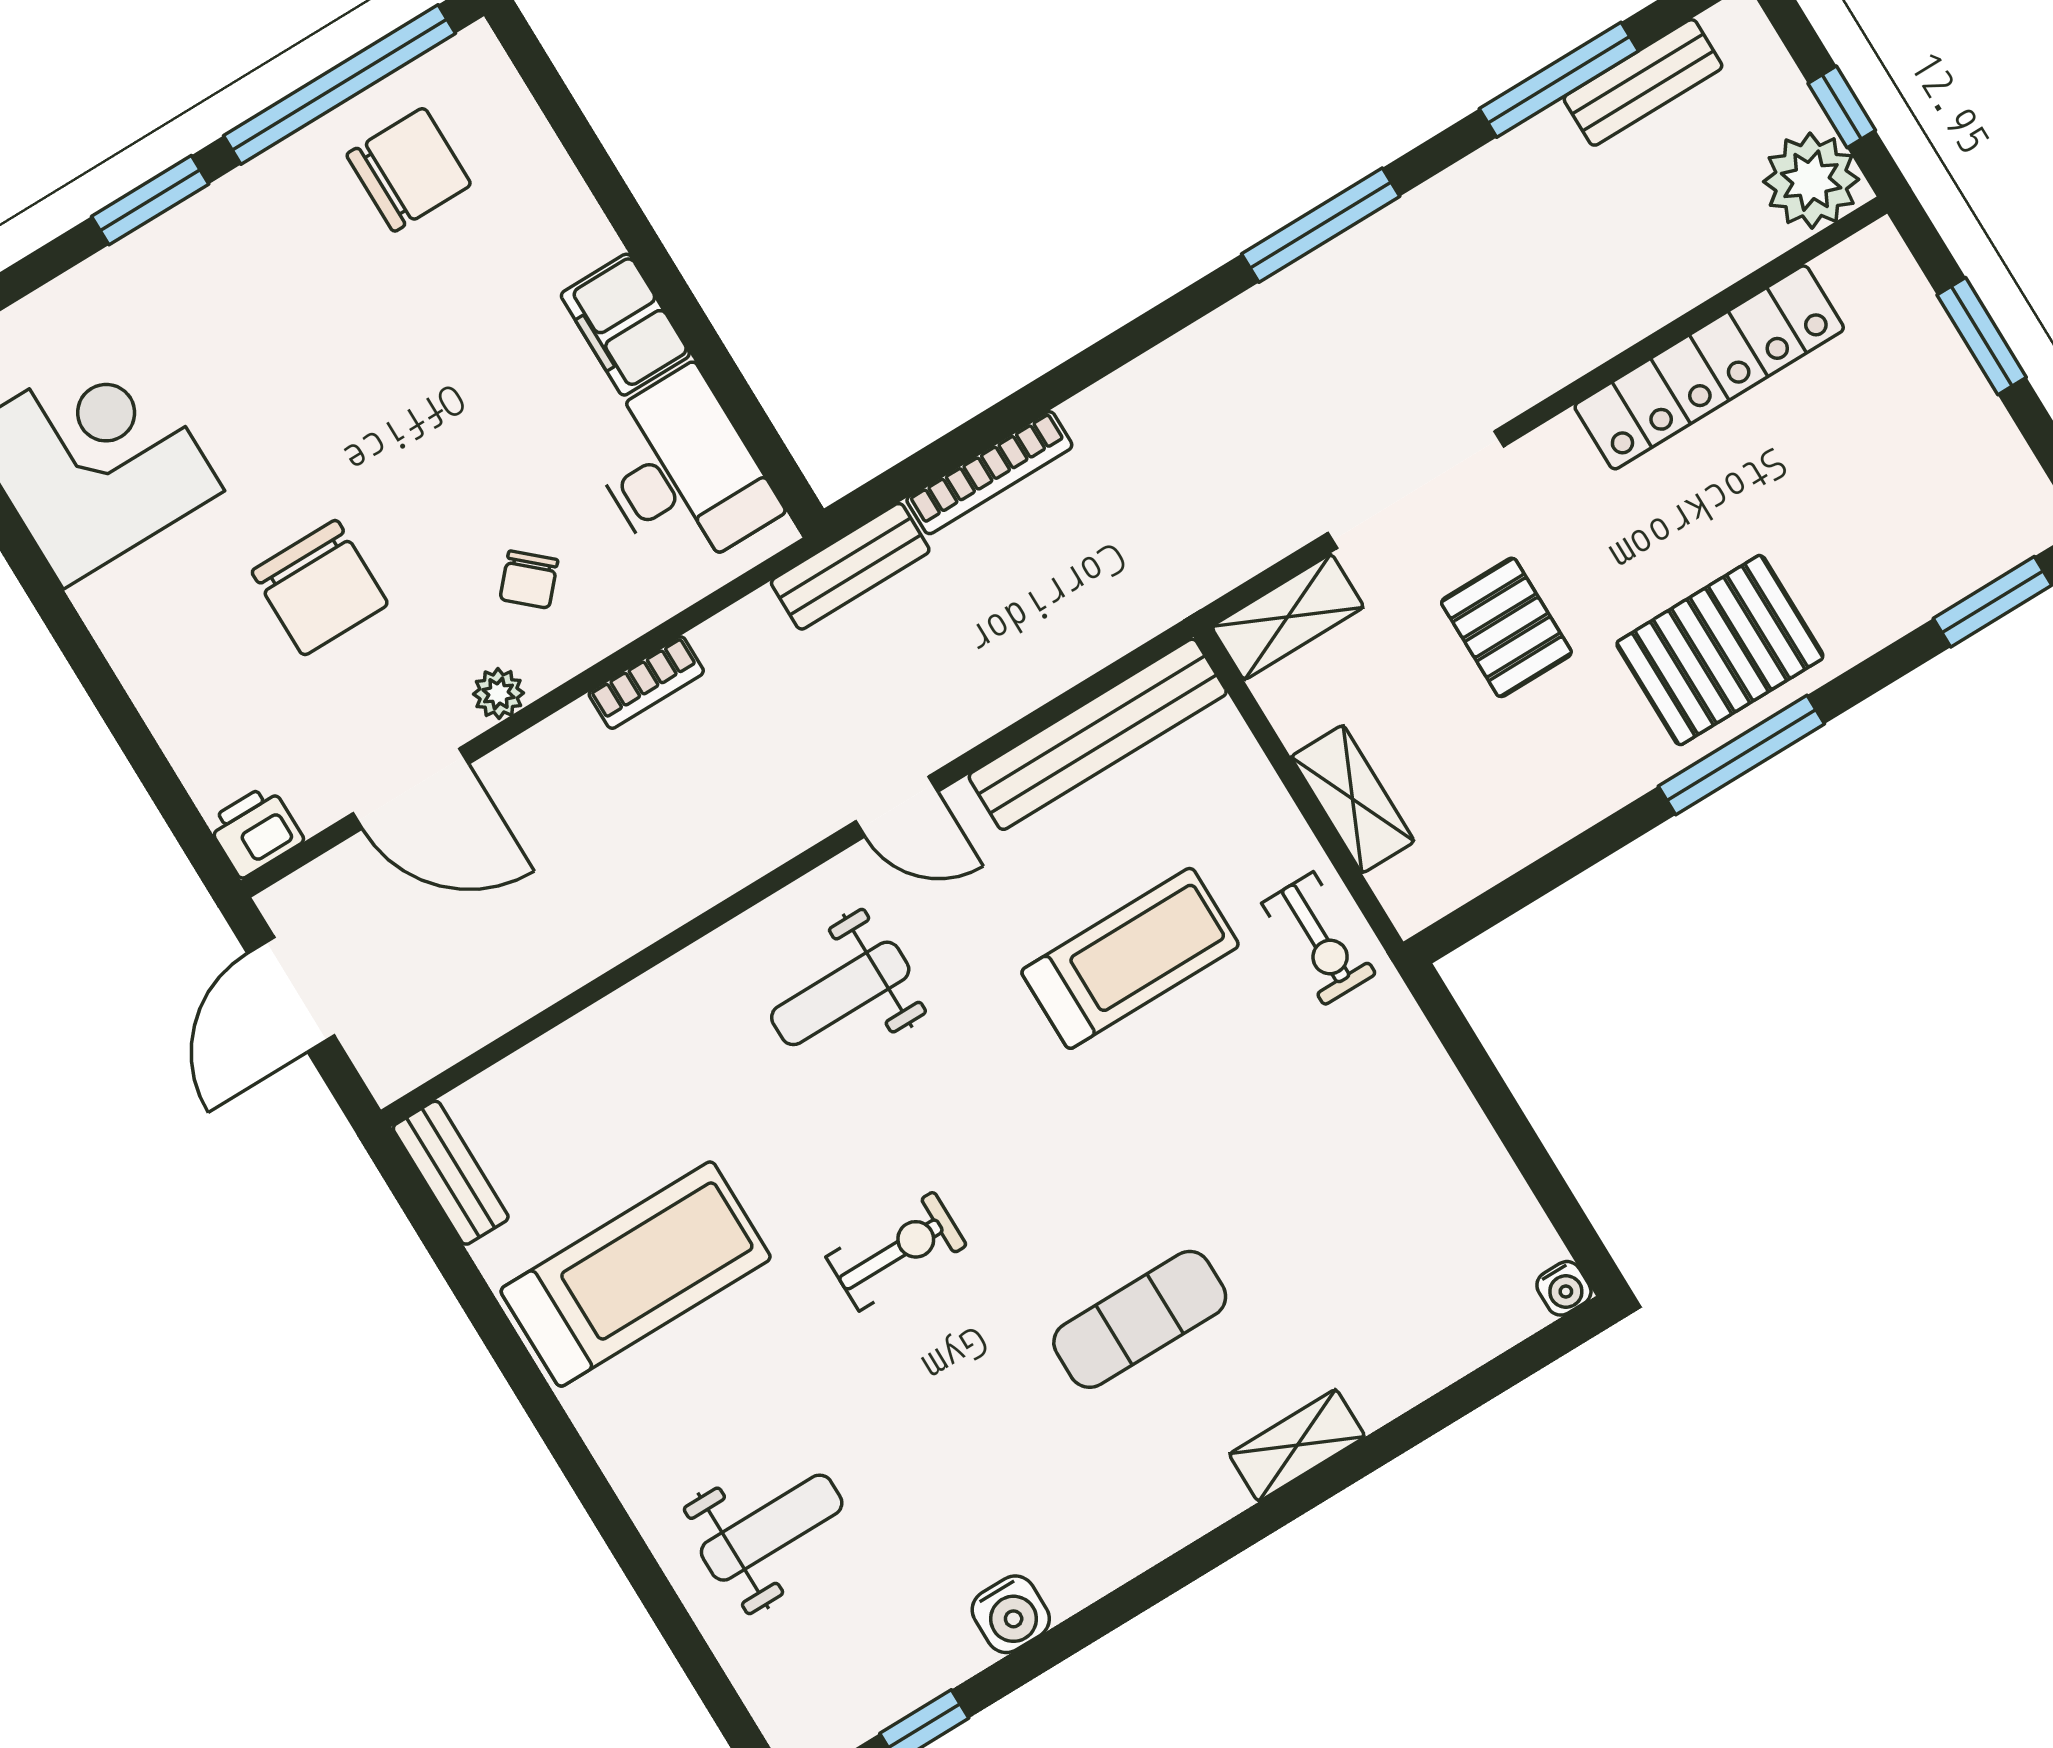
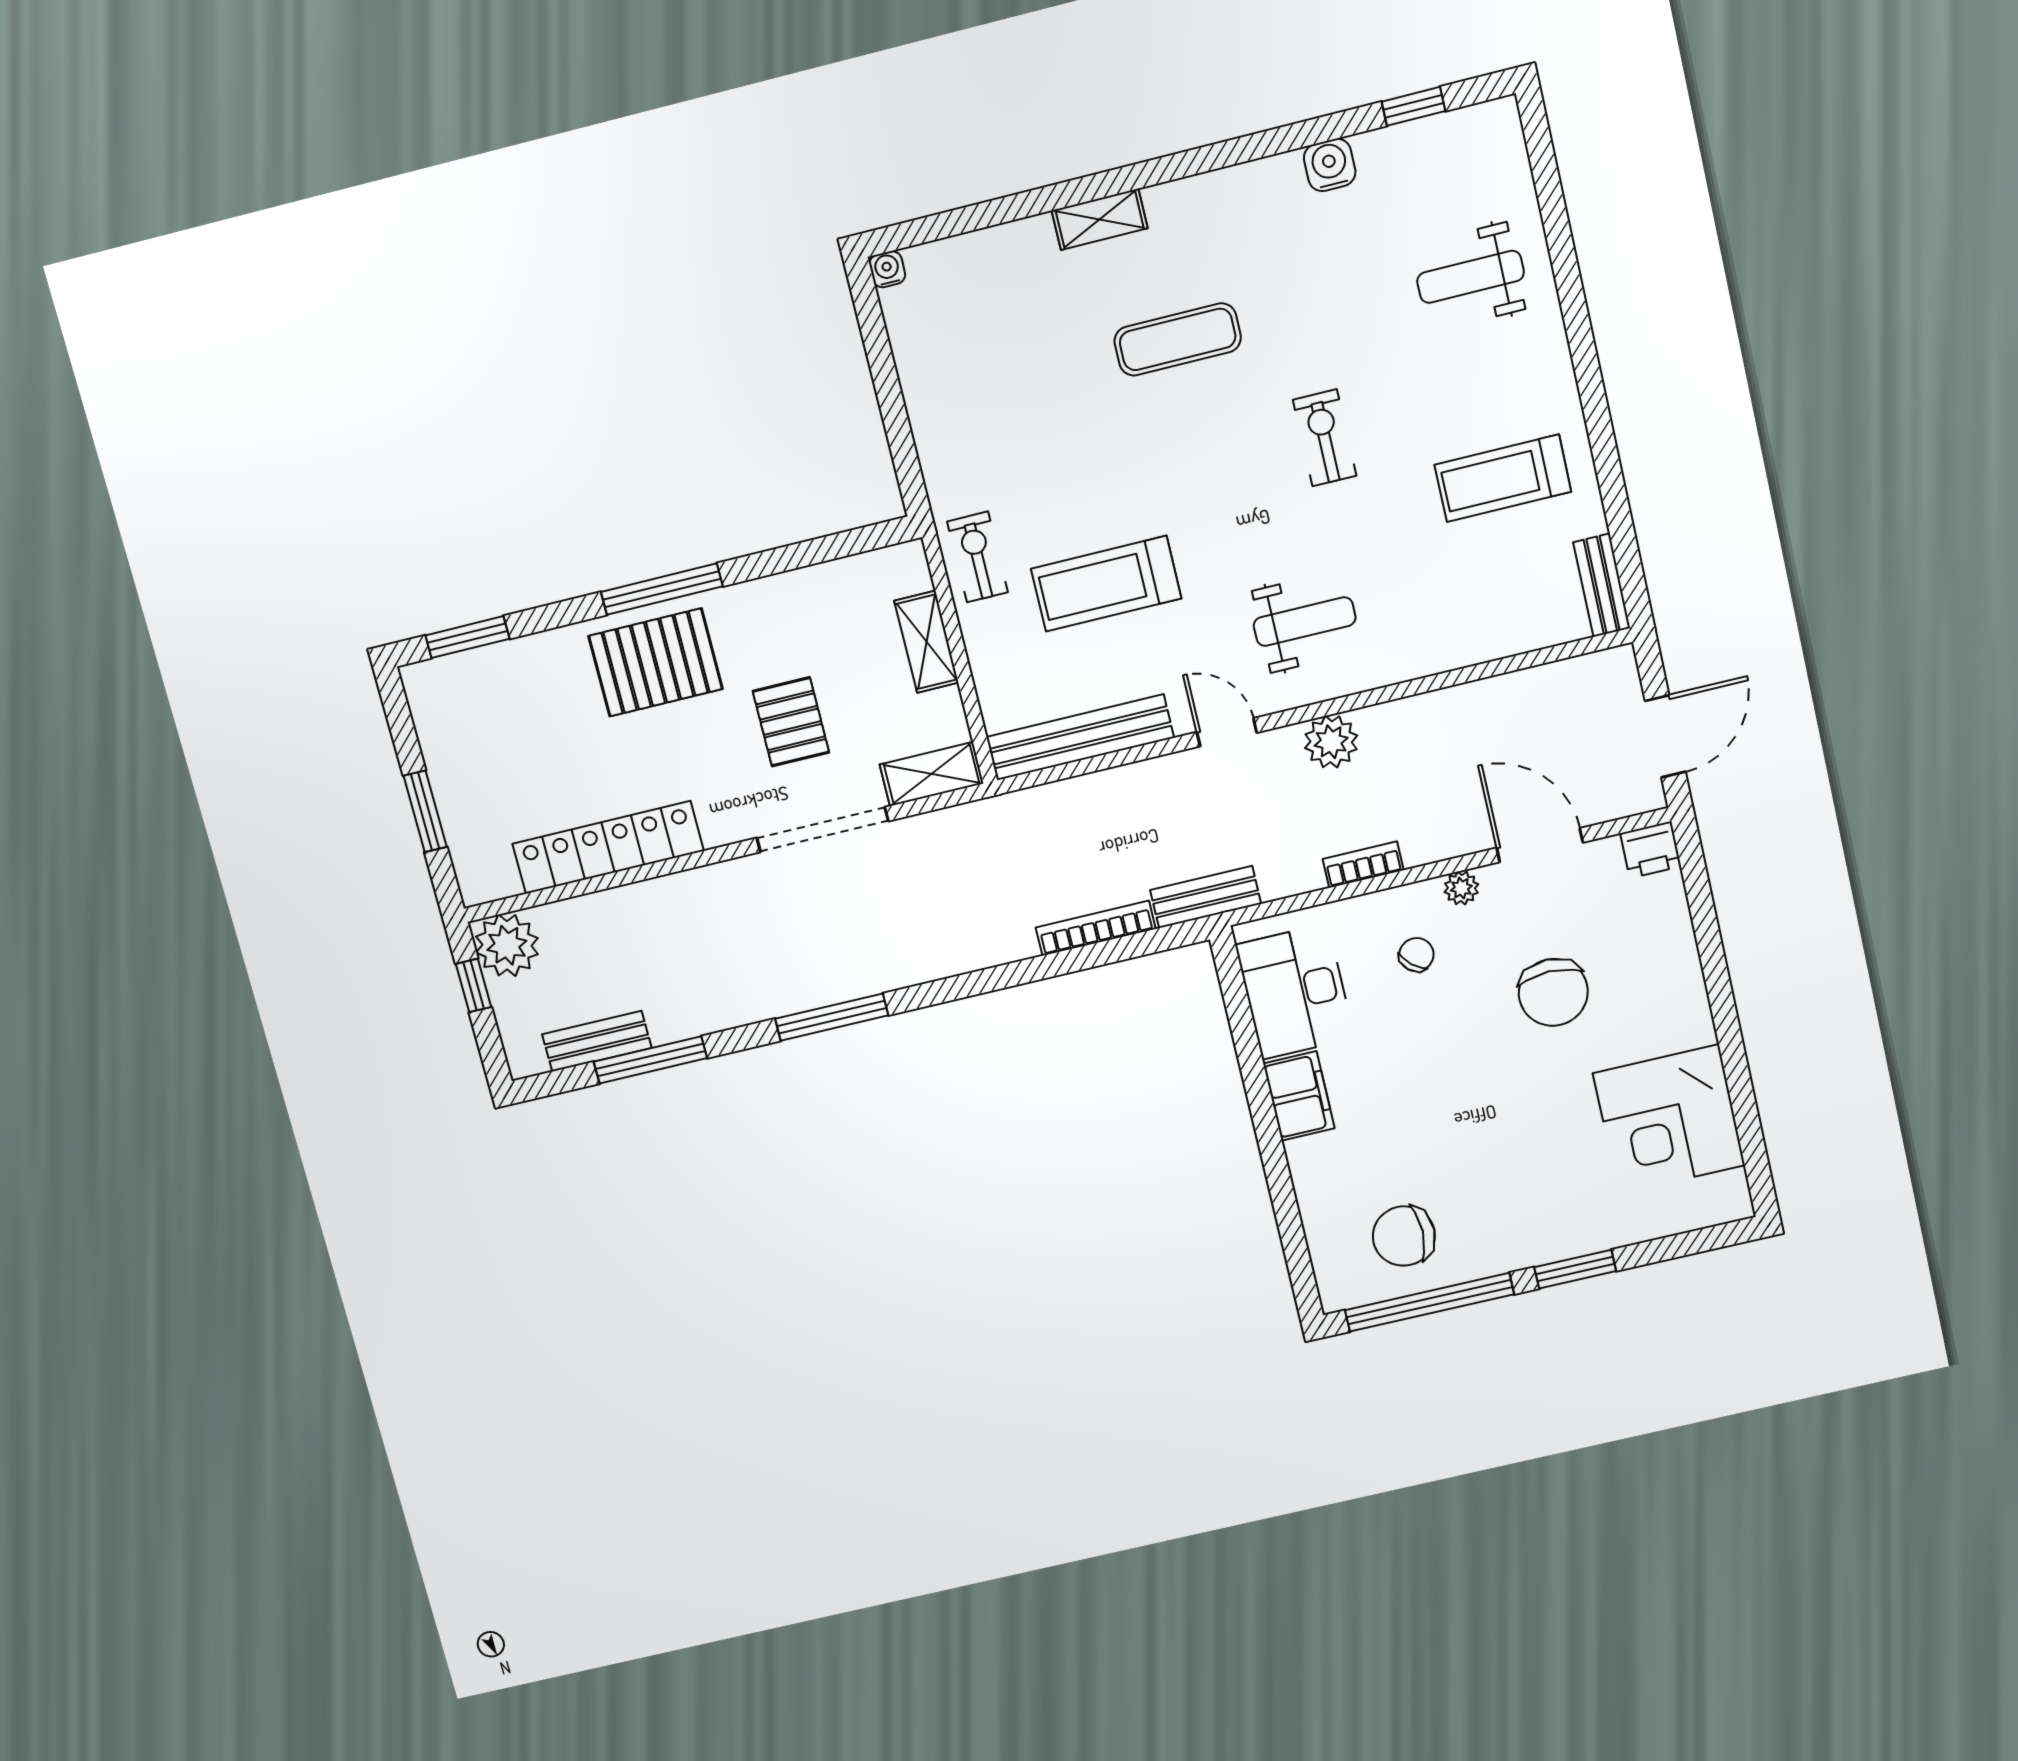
chair: (320, 588) -> (1553, 992), turned 180
plant: (748, 840) -> (1331, 742), added
exercise bike: (896, 1251) -> (1325, 438), turned 90
treadmill: (636, 1274) -> (1503, 478), width x0.73, depth x0.73

